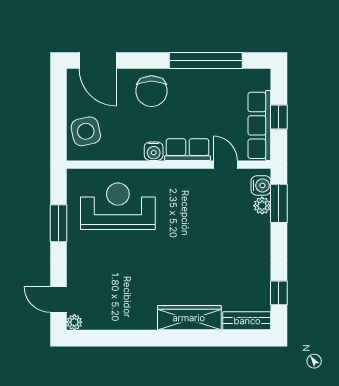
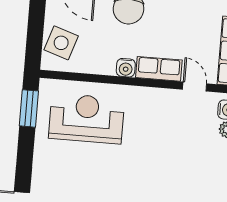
side table: (86, 131) -> (61, 43), turned 30
window: (58, 223) -> (29, 108), moved

